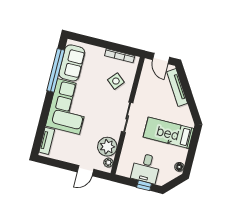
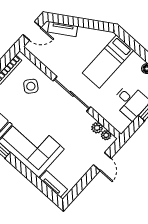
tv unit: (177, 88) -> (63, 29), width x0.71
sliding door: (127, 117) -> (72, 94), width x1.37
plant: (107, 147) -> (97, 128), width x0.53, depth x0.53

